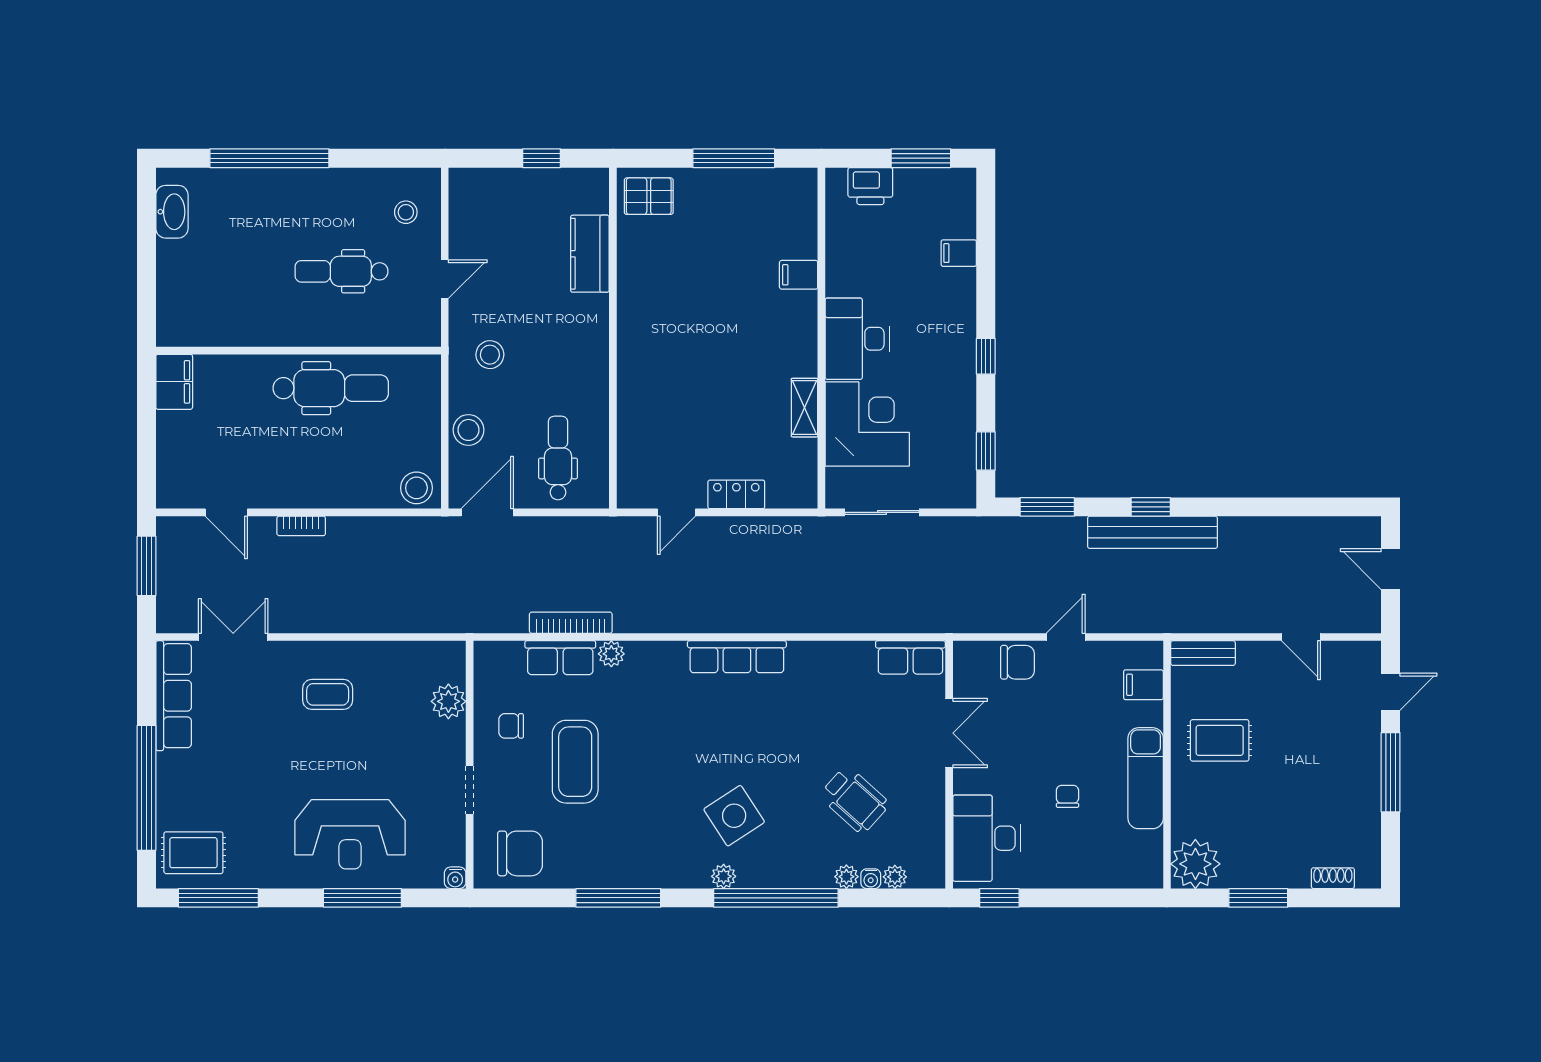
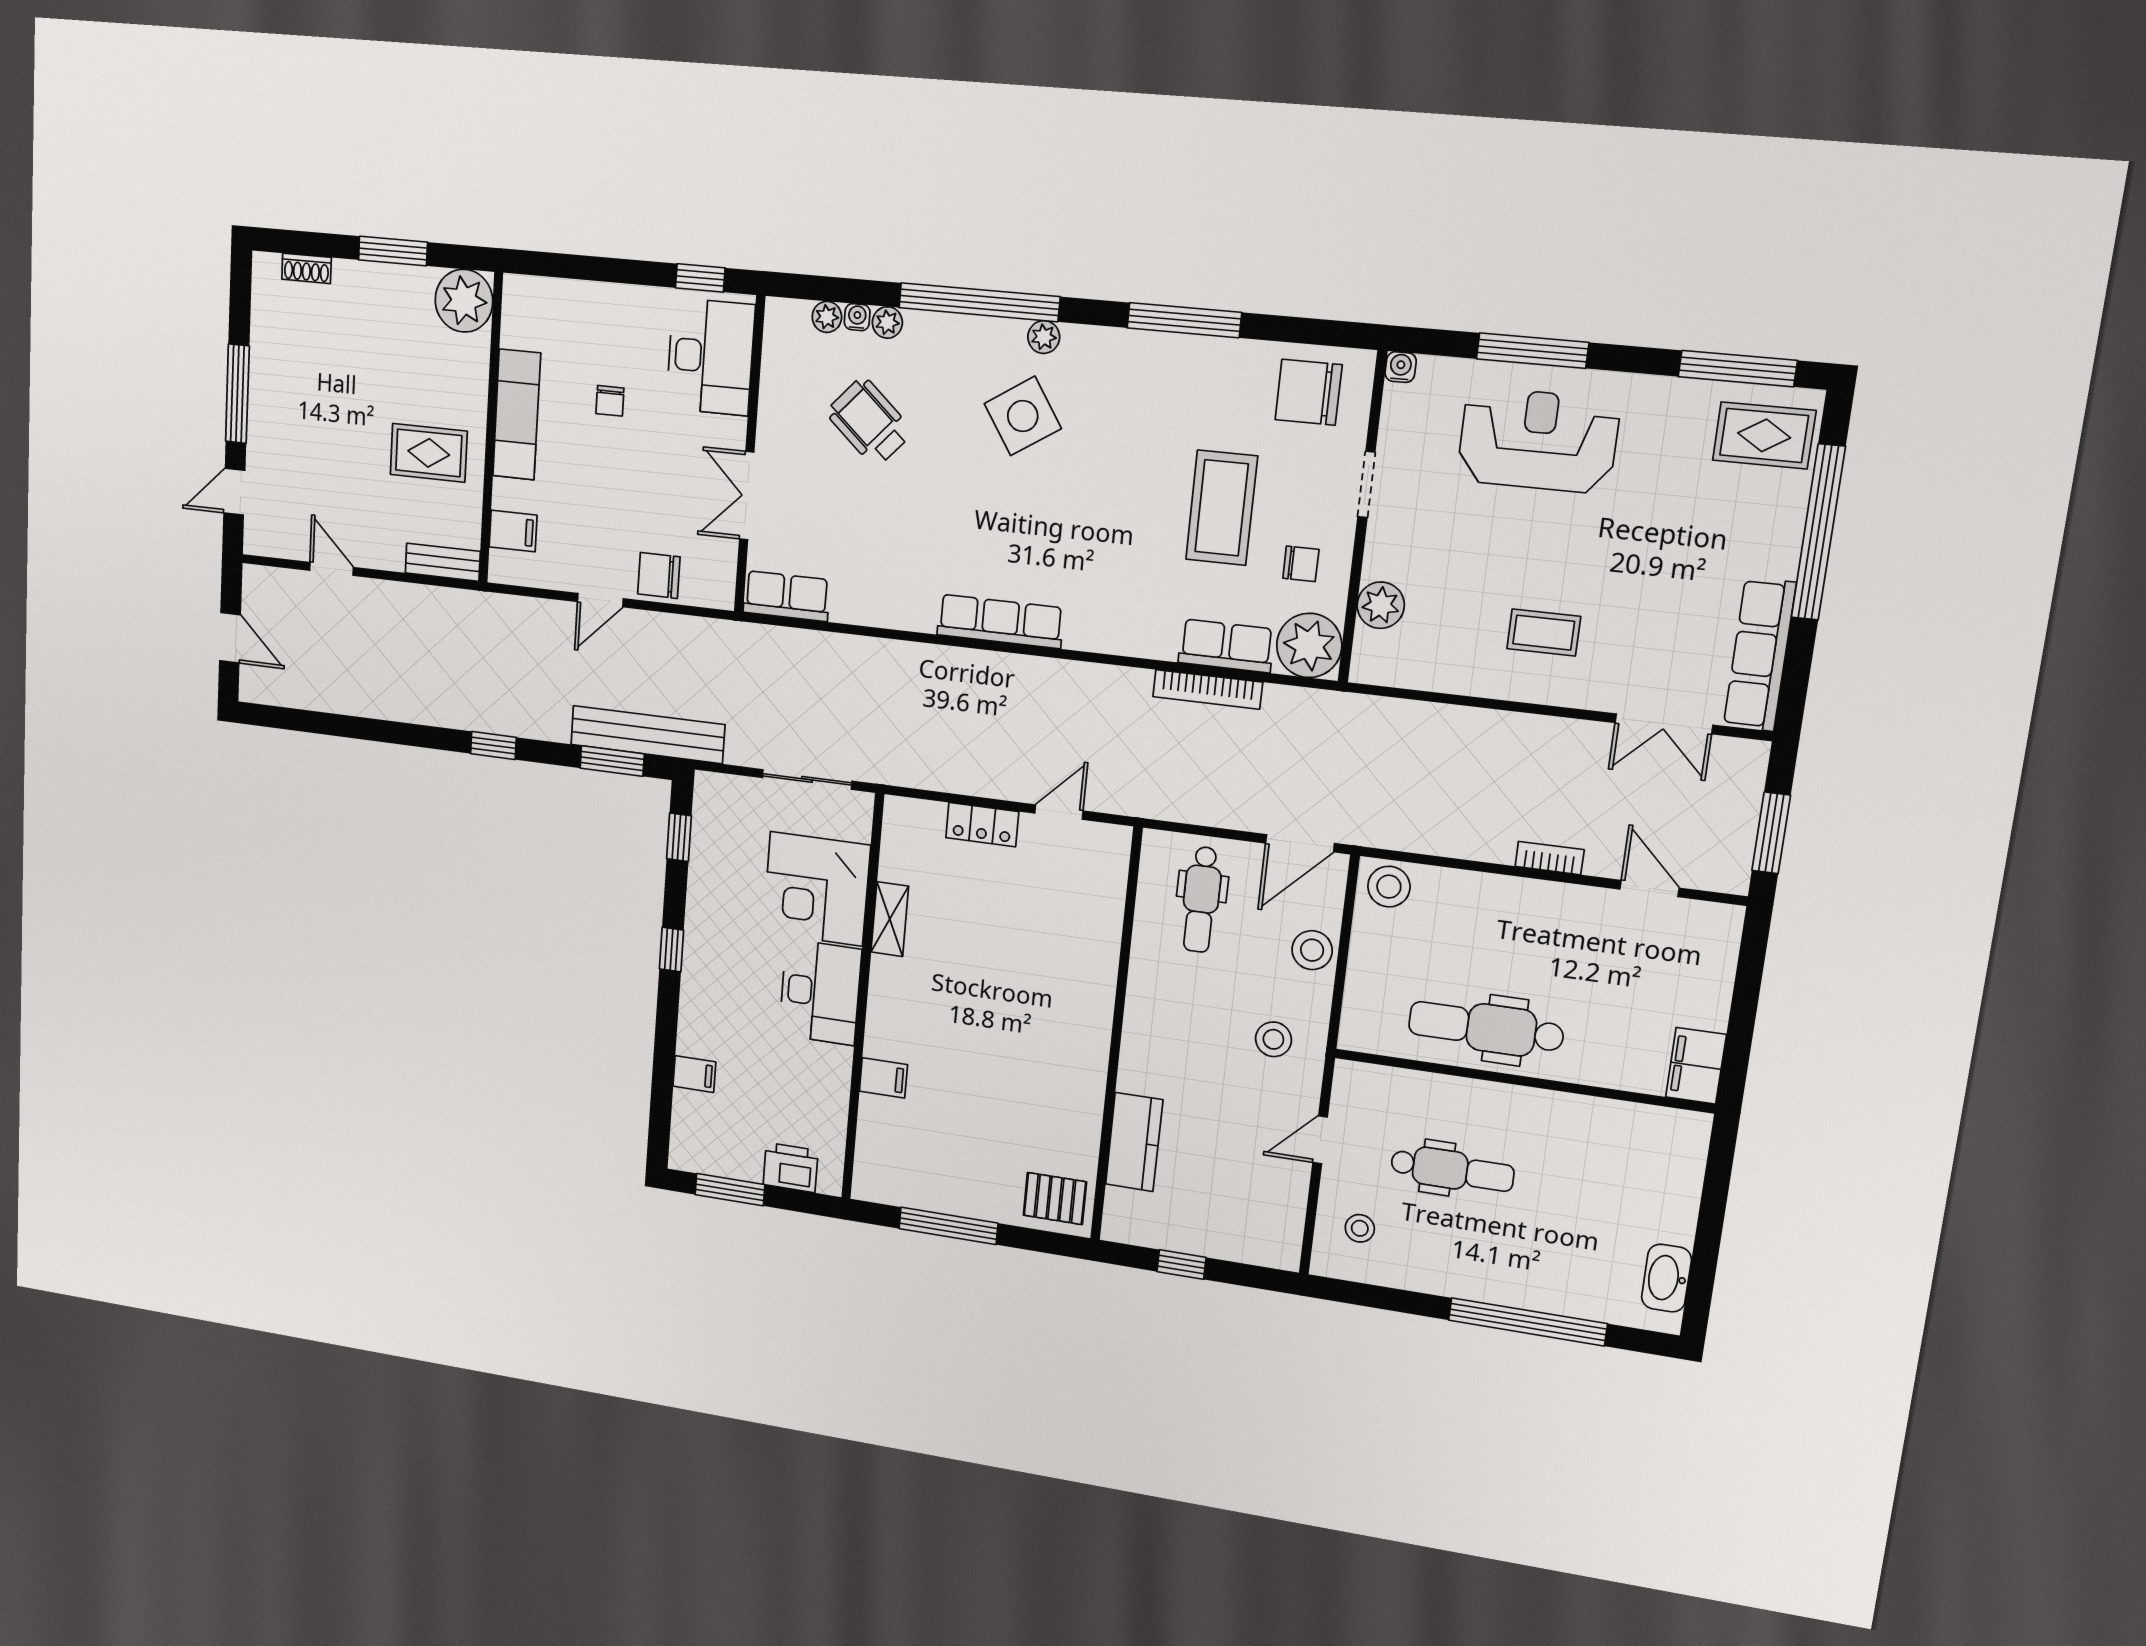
bench: (1152, 532) -> (647, 735), moved
plant: (611, 654) -> (1309, 645), moved, width x1.88, depth x1.88

